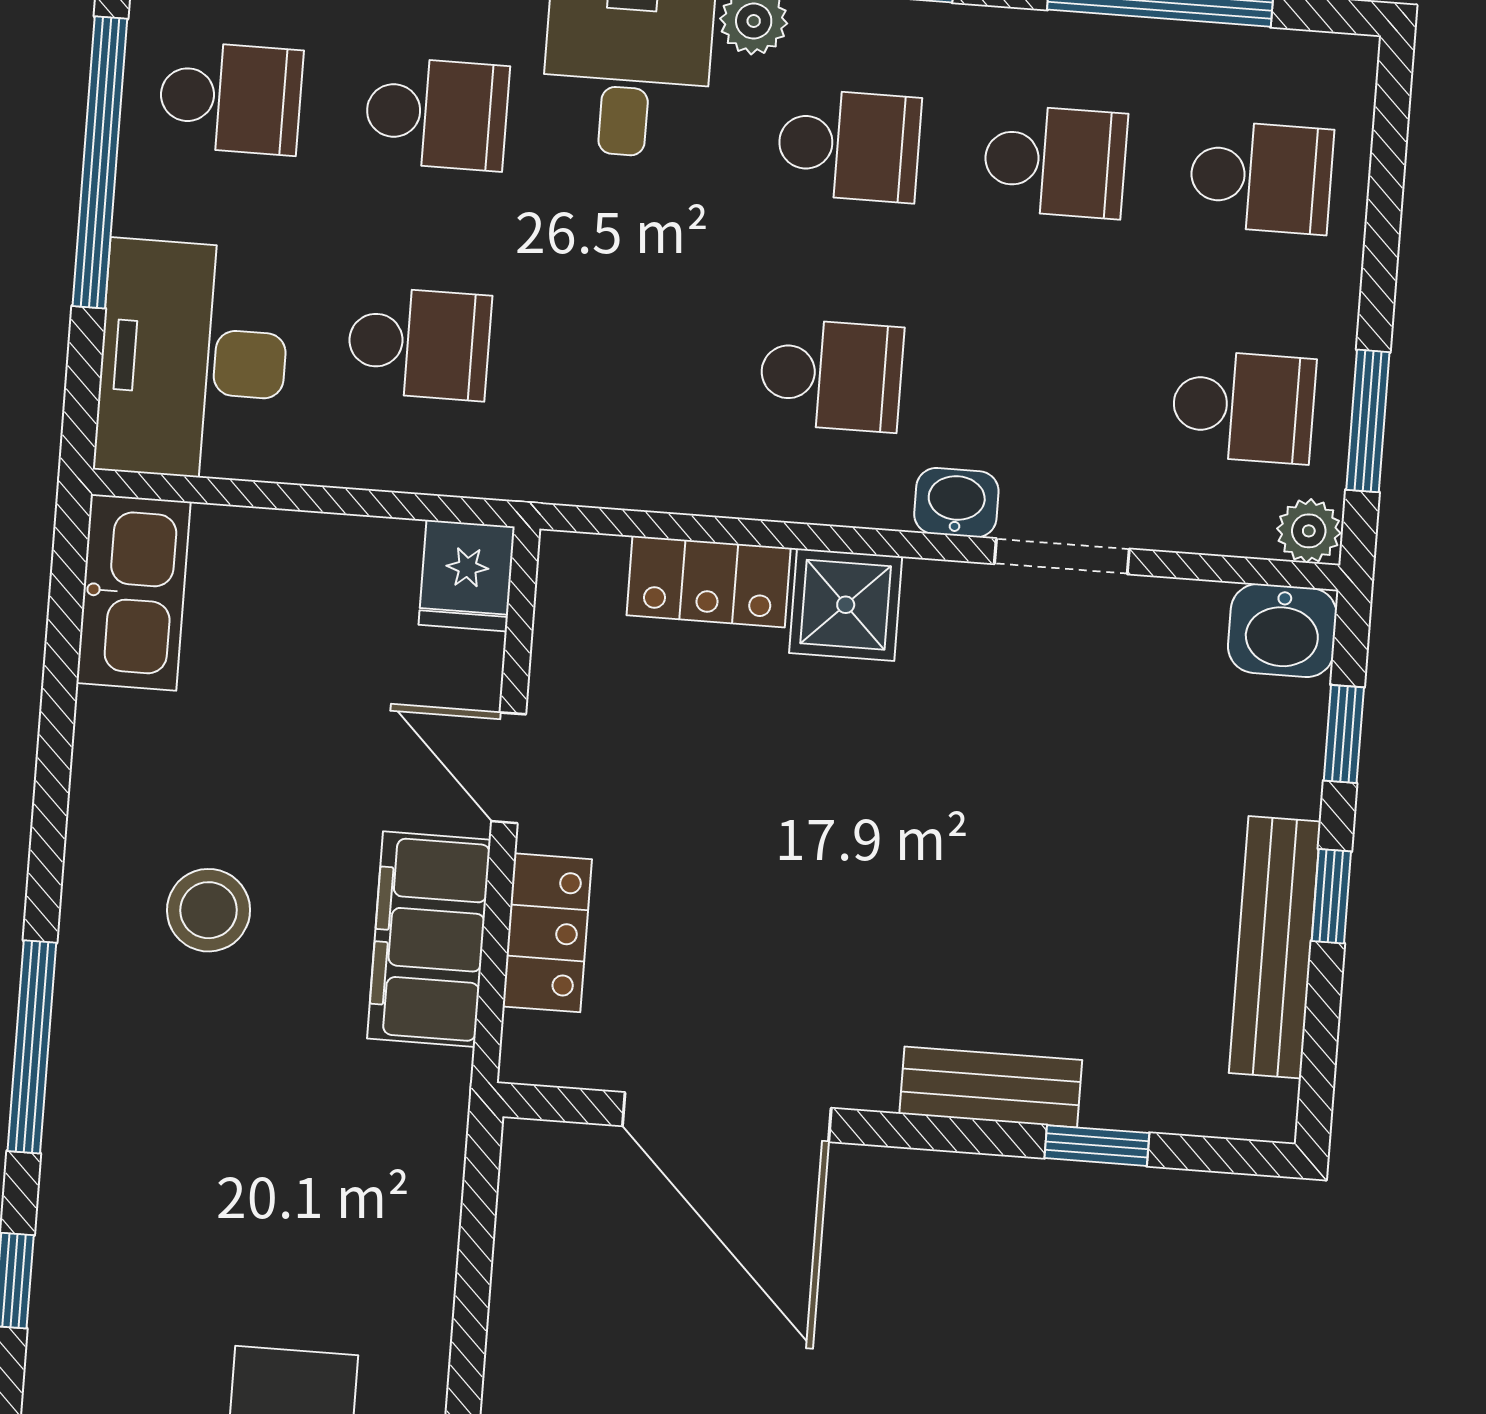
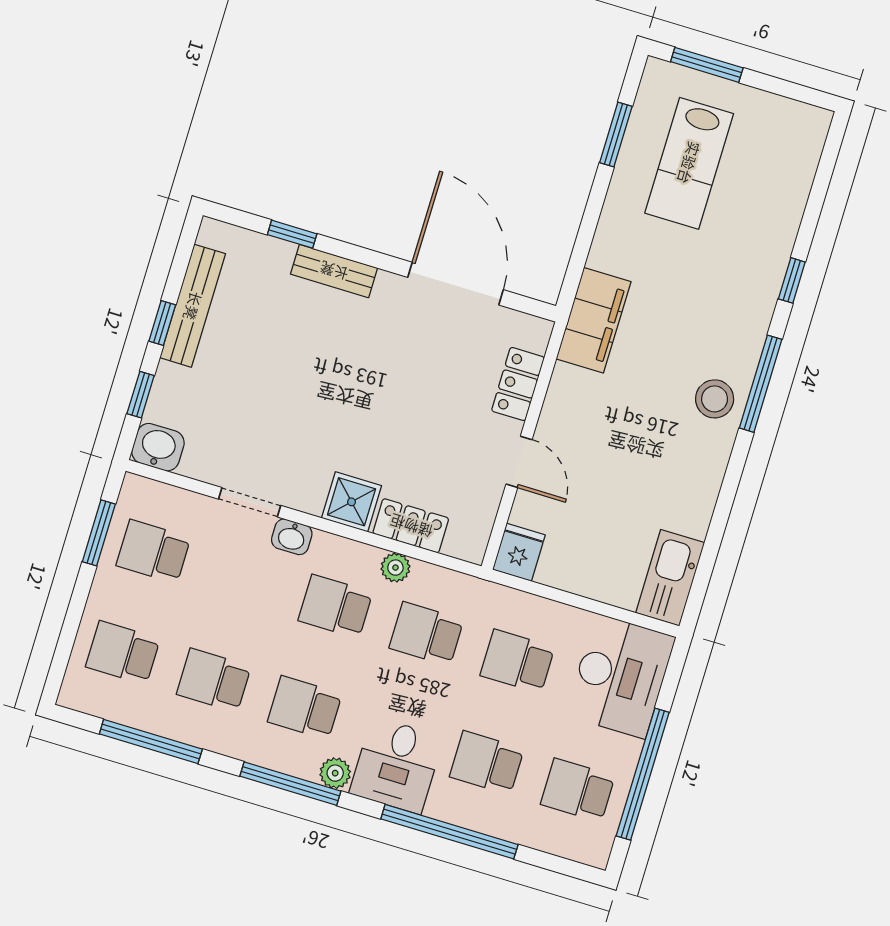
school desk: (625, 359) -> (426, 634), added
plant: (1309, 531) -> (395, 568), moved
stool: (209, 910) -> (715, 399), moved
filing cabinet: (429, 939) -> (594, 320), moved

